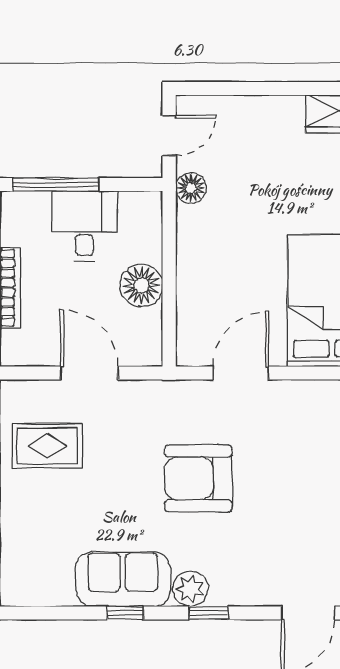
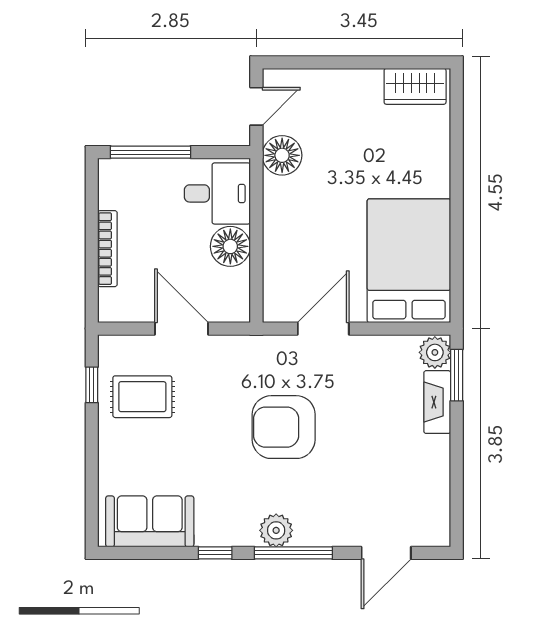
floor lamp: (191, 188) -> (282, 155), width x1.38, depth x1.38
desk: (84, 226) -> (217, 193), moved, turned 90
sofa: (123, 579) -> (150, 521), moved
window: (209, 613) -> (293, 553), width x2.17

